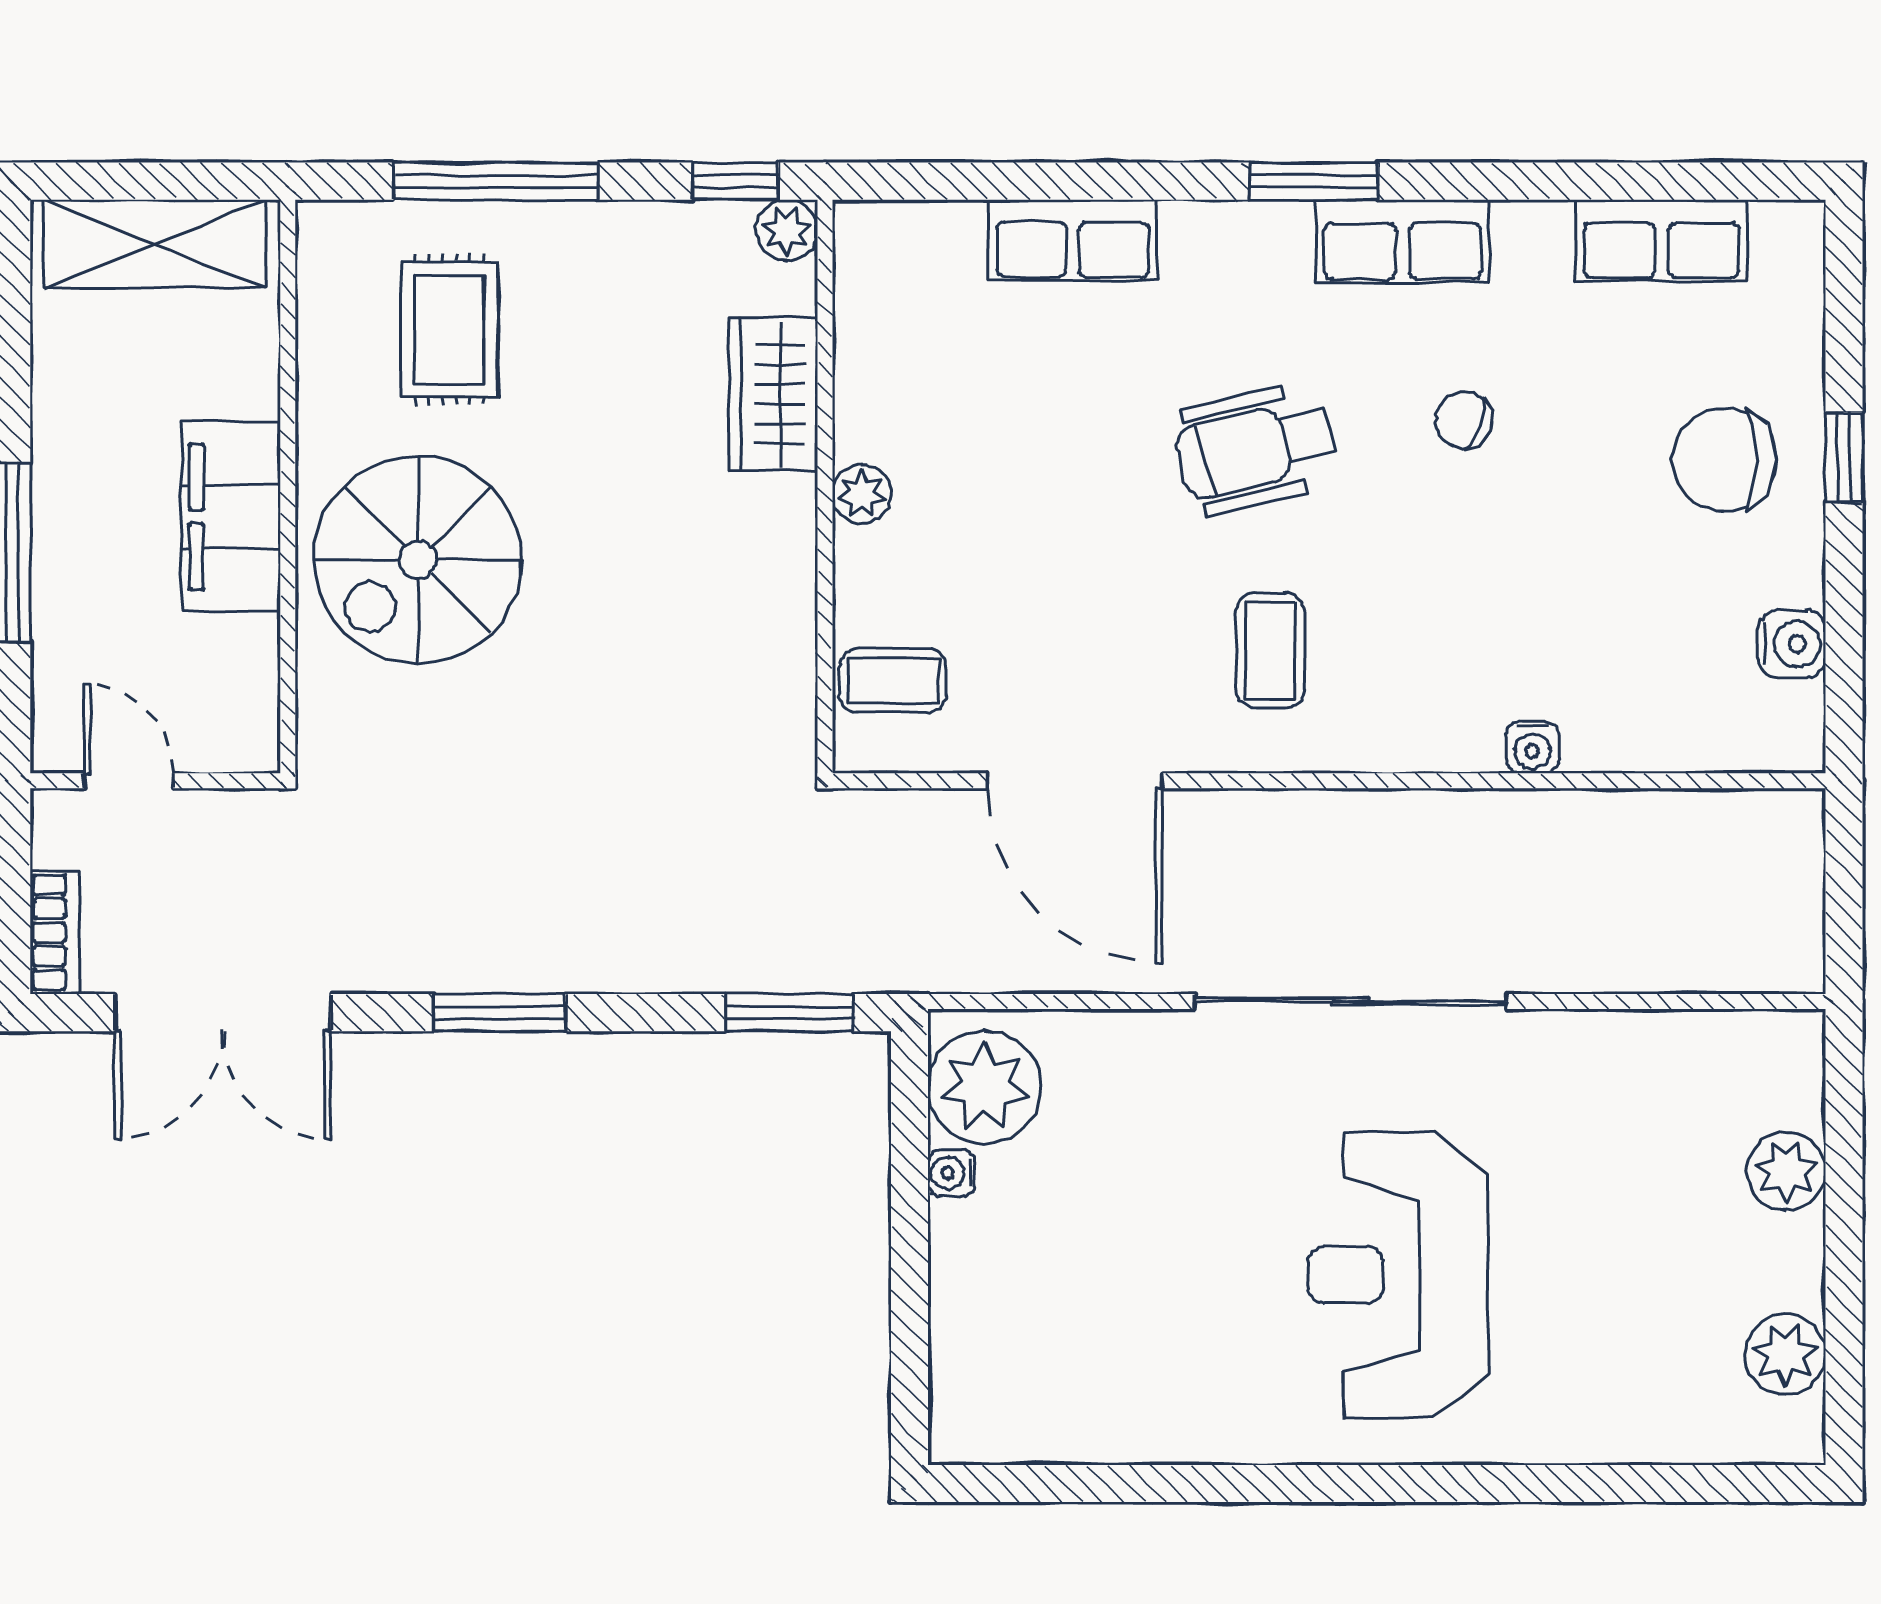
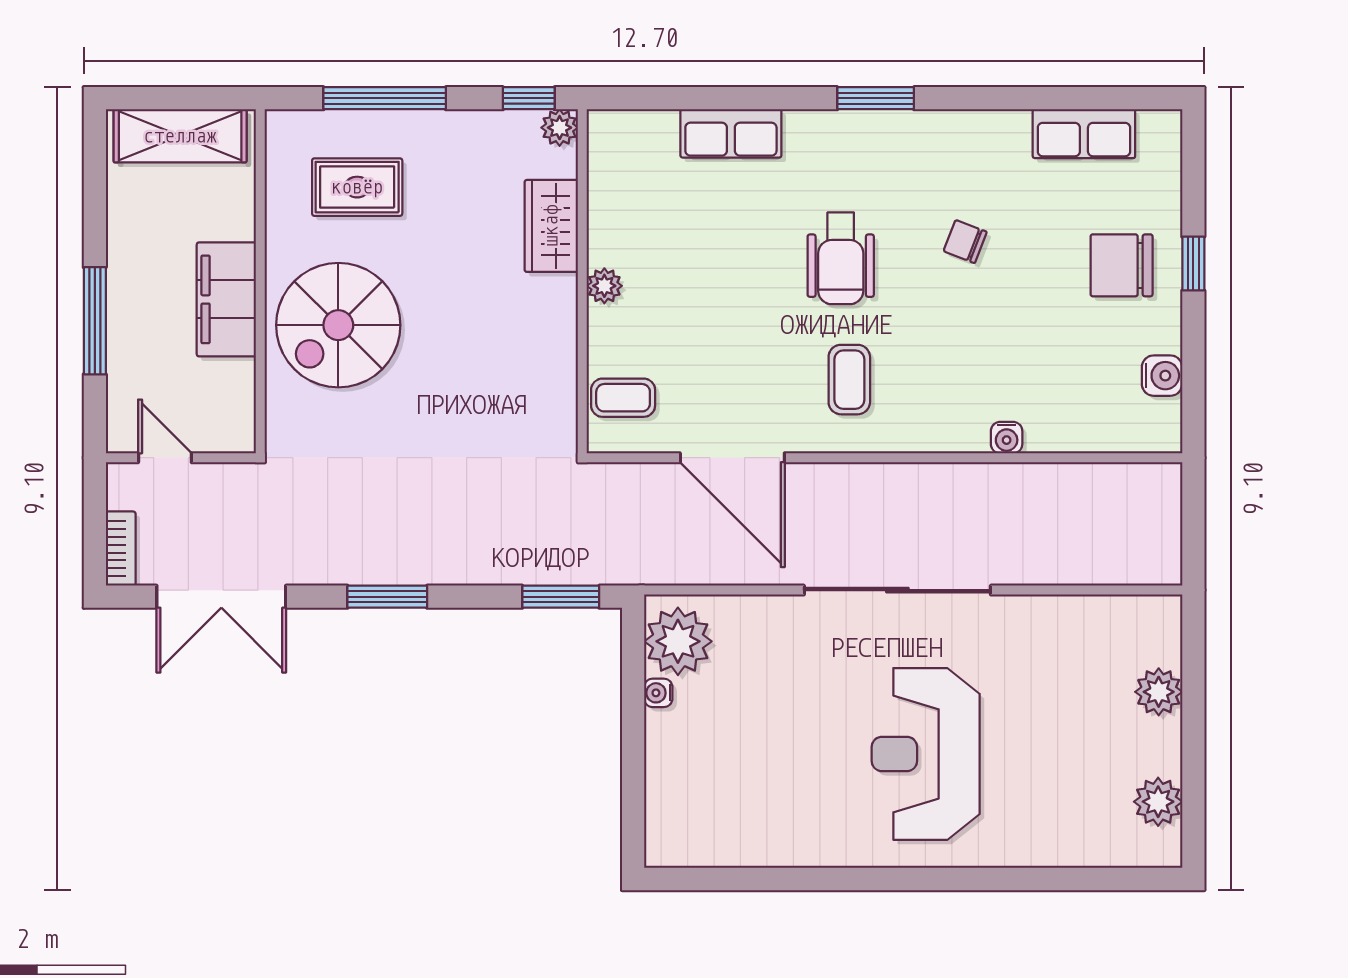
row of seats: (1402, 241) -> (929, 134), removed
rug: (449, 329) -> (357, 187), turned 90
wheelchair: (1256, 448) -> (841, 258), turned -76

